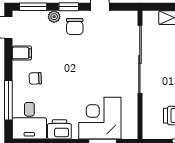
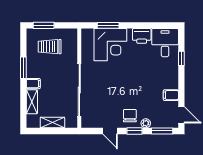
chair: (35, 78) -> (160, 75), removed
window: (8, 100) -> (181, 58), width x0.46

